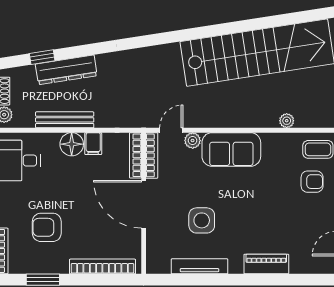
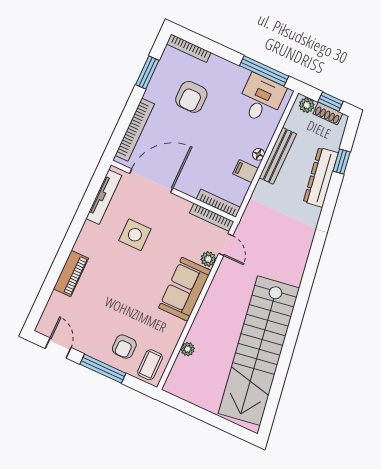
floor lamp: (72, 144) -> (259, 154), width x0.53, depth x0.53
door: (144, 204) -> (151, 181), moved
armchair: (47, 227) -> (191, 97), turned 180
tv unit: (199, 266) -> (104, 197), moved

